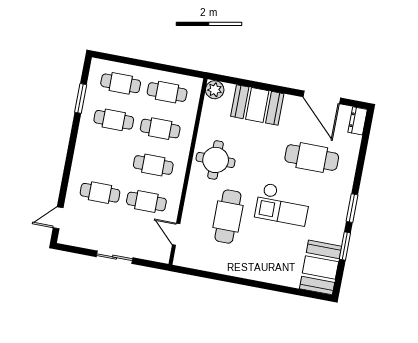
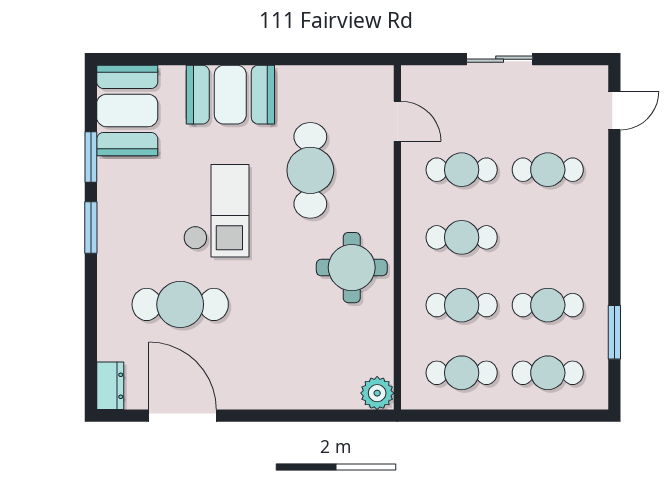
booth: (257, 105) -> (230, 95), moved
checkout: (283, 204) -> (216, 211), turned 90

